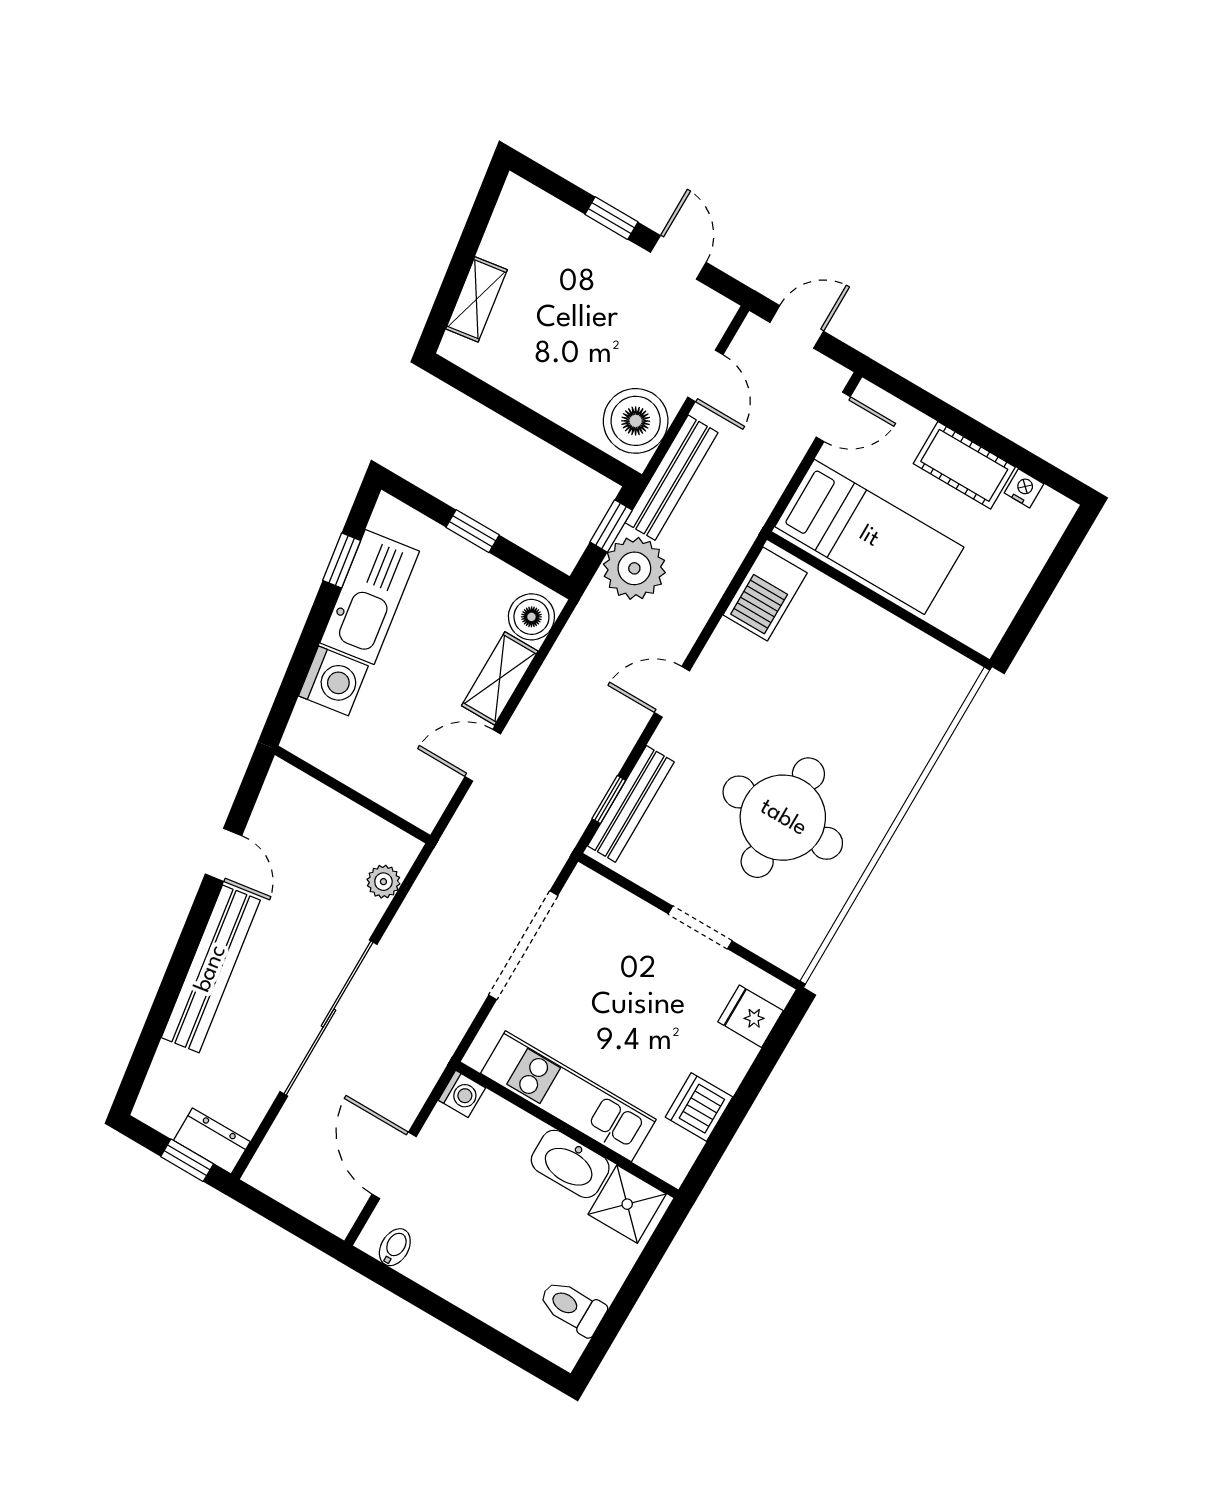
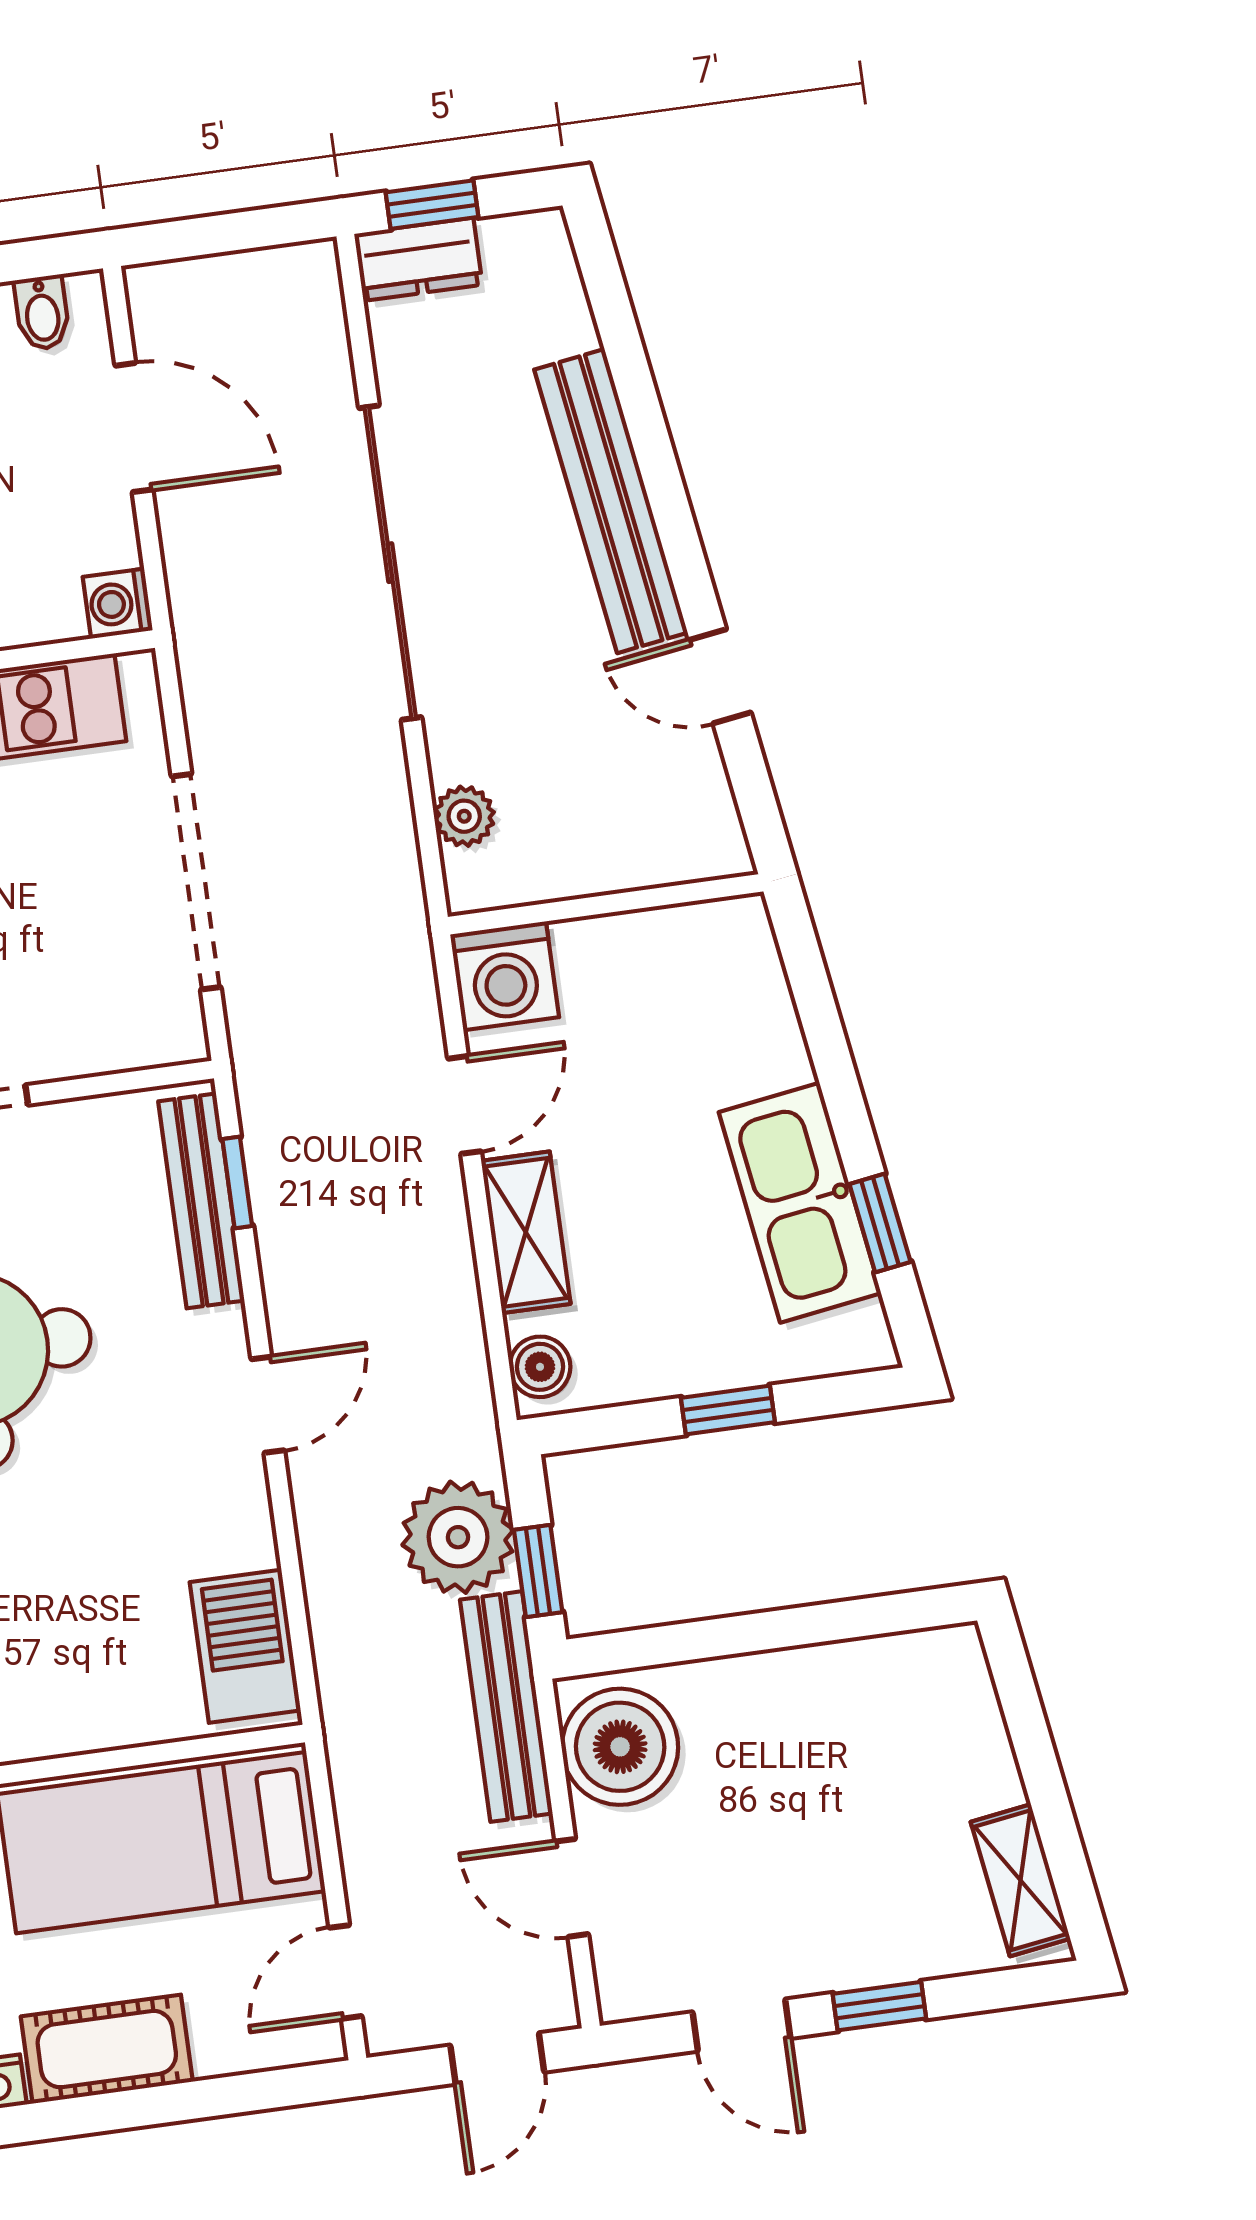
shelving: (476, 299) -> (1020, 1880), moved
boiler: (531, 617) -> (540, 1367), width x0.73, depth x0.73
washing machine: (333, 681) -> (505, 976), moved, turned -81

